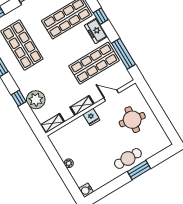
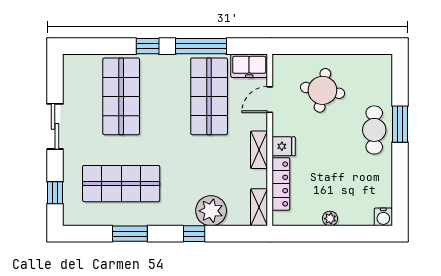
freezer: (96, 31) -> (249, 66), moved
window: (124, 54) -> (201, 46), moved
locker: (71, 127) -> (281, 184), added

